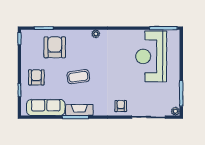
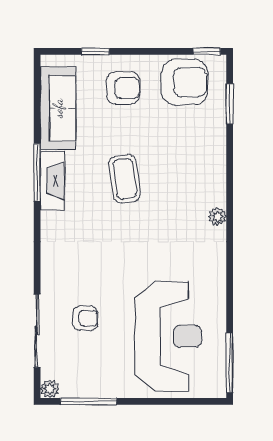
armchair: (55, 47) -> (185, 82), moved
reception desk: (151, 56) -> (168, 336), turned 90
armchair: (121, 106) -> (85, 318), moved

